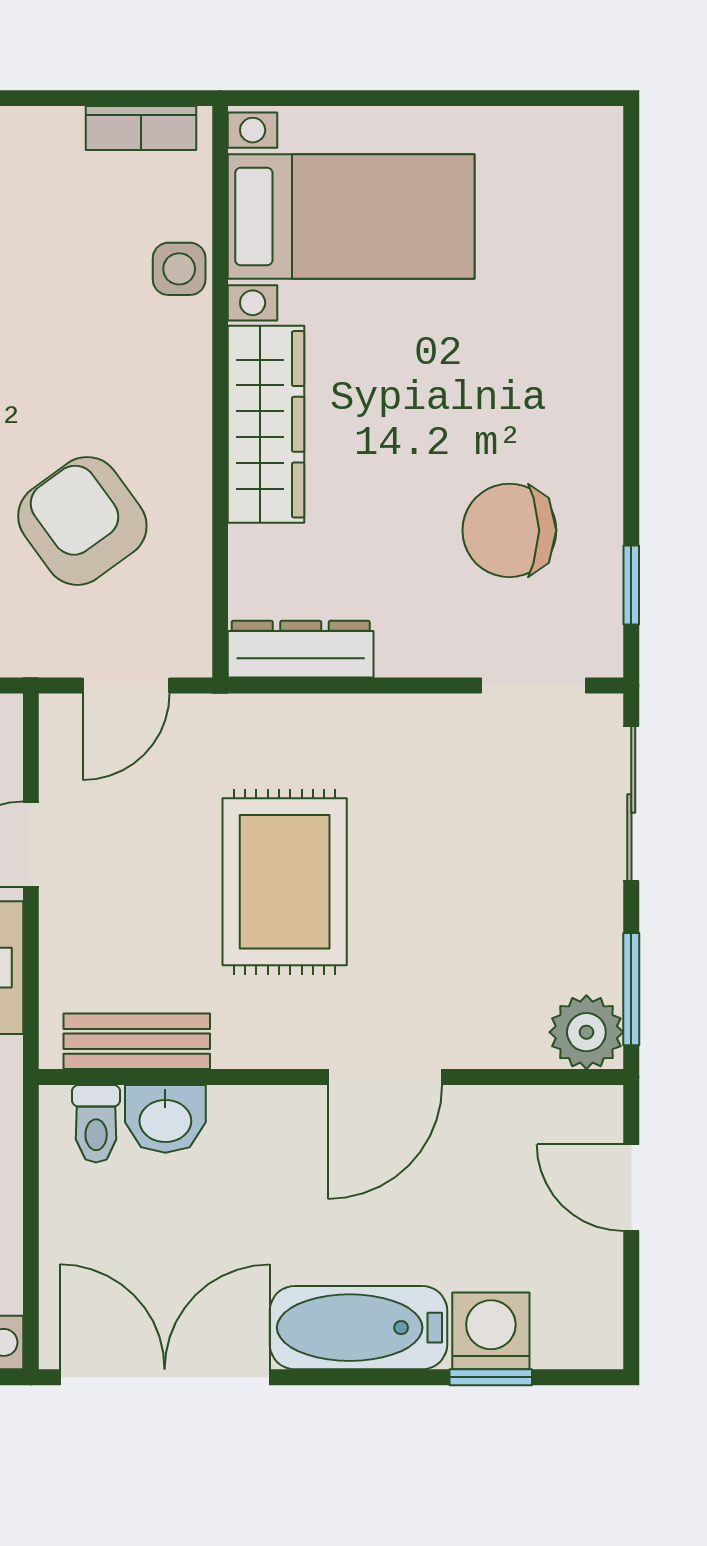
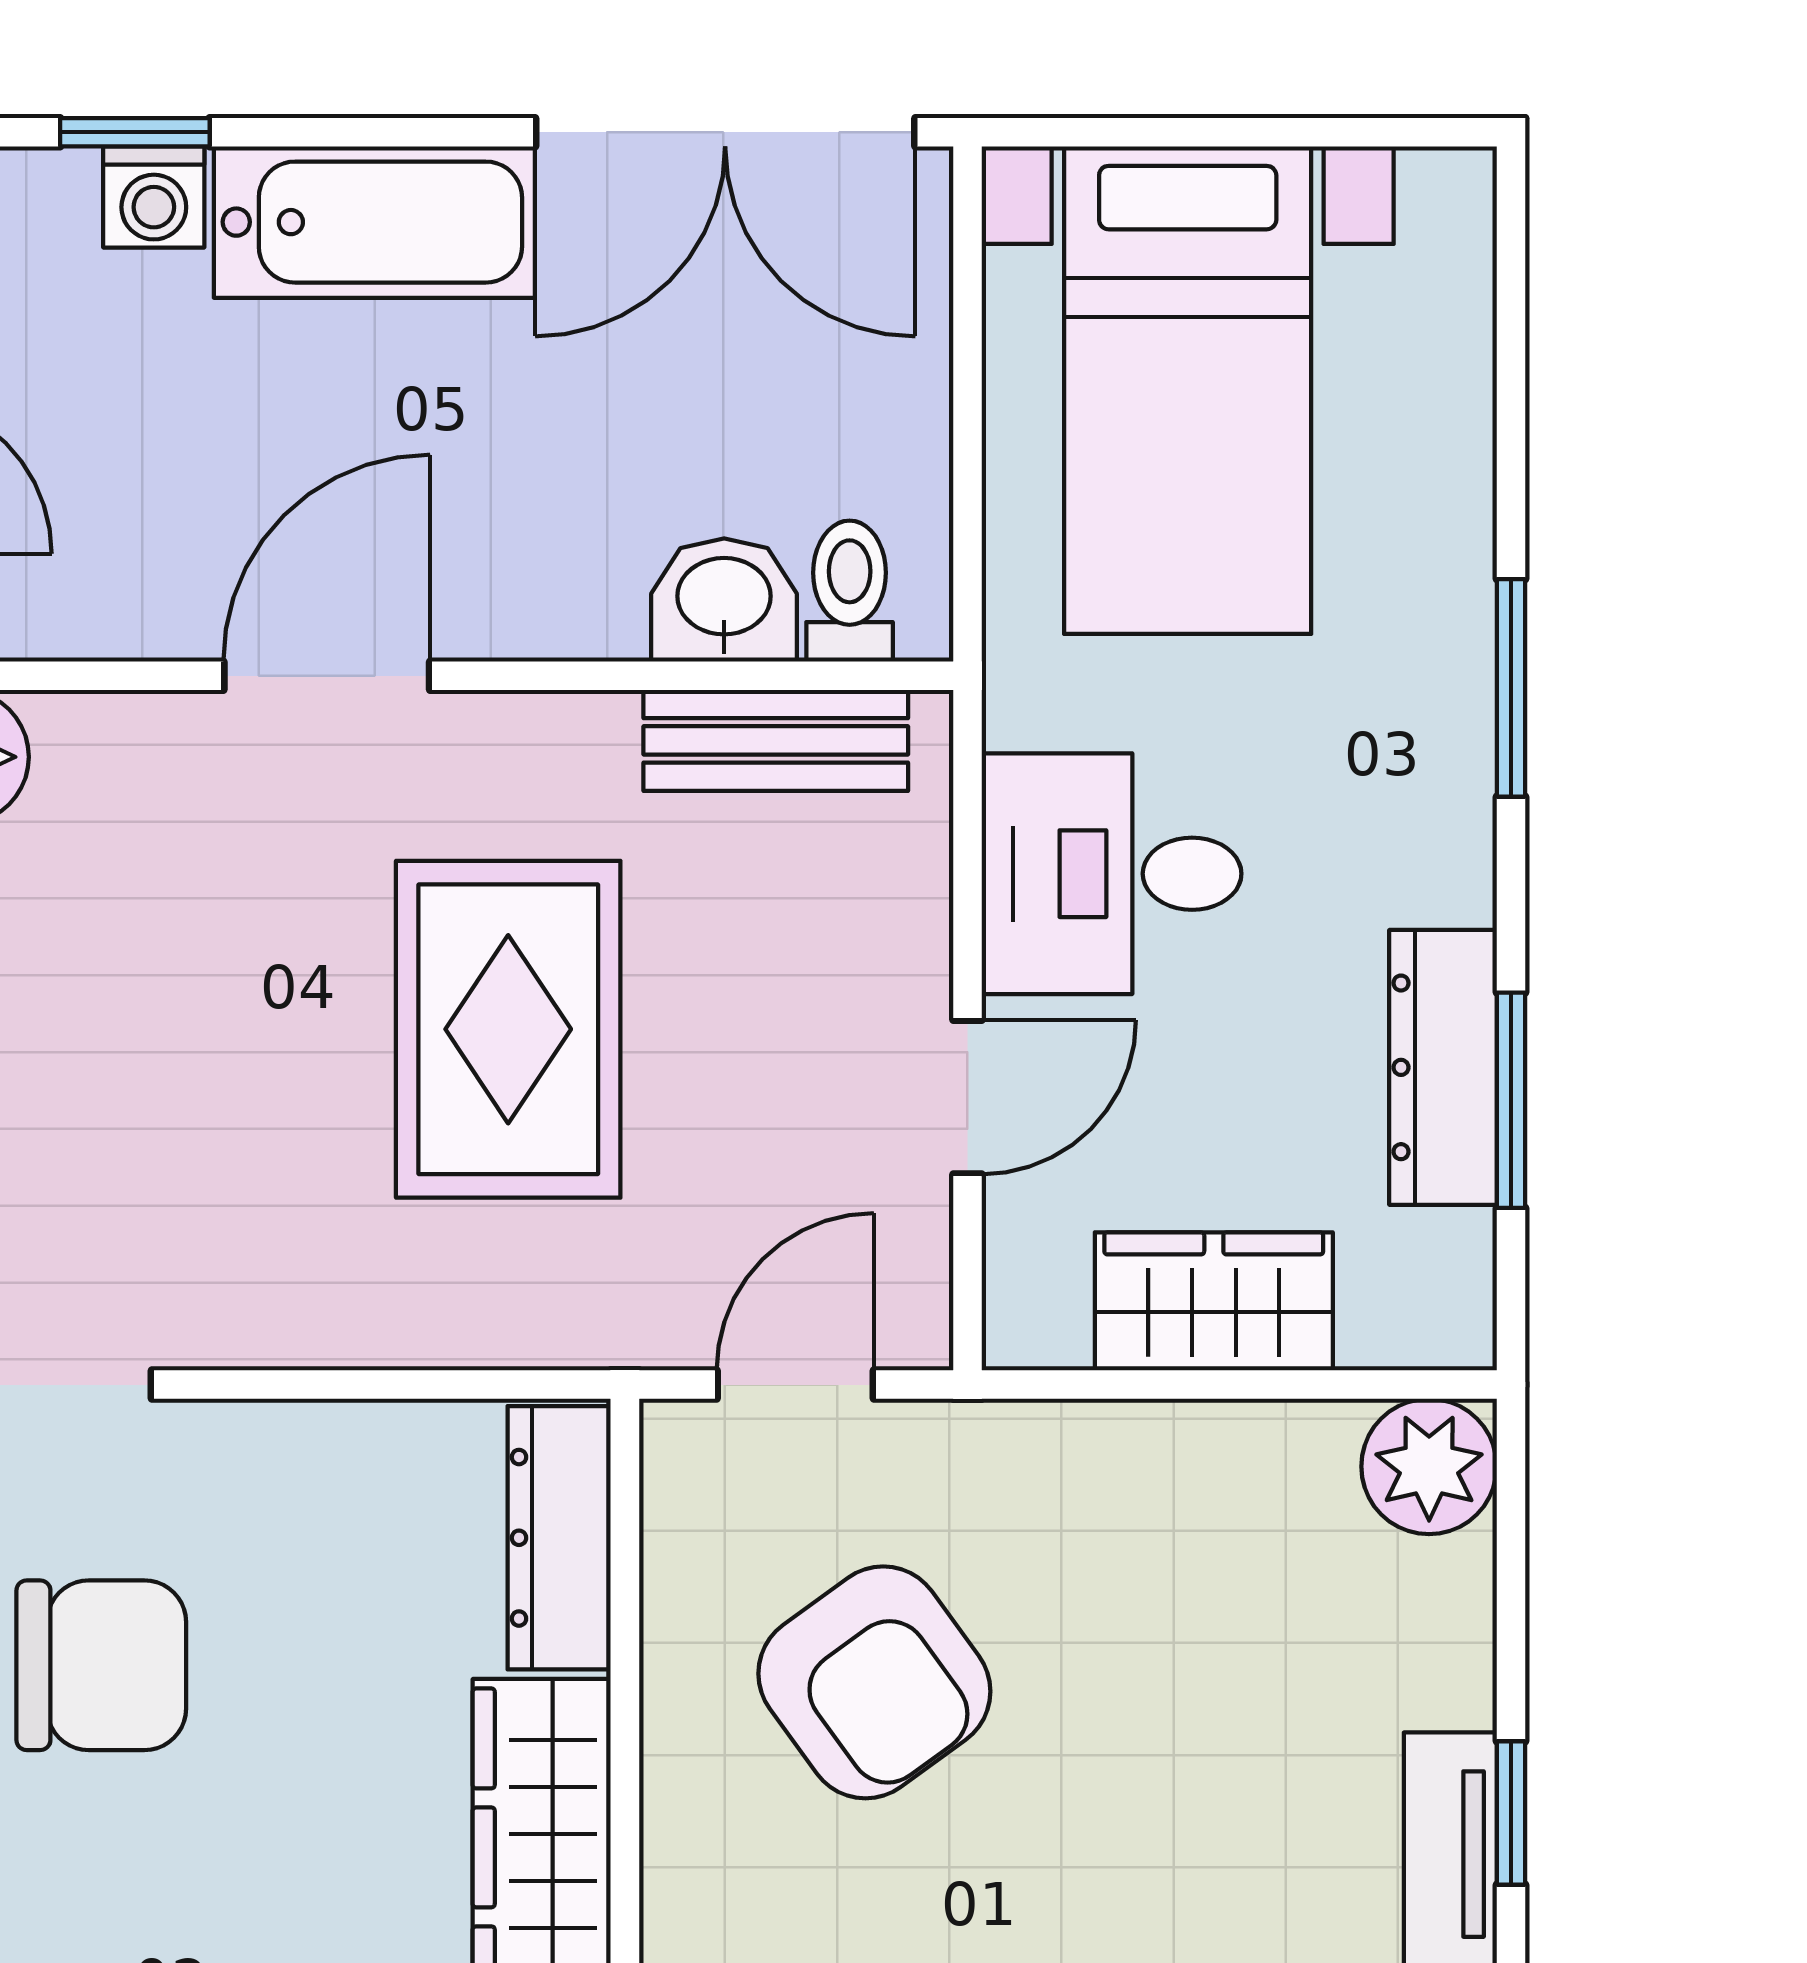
dresser: (301, 649) -> (559, 1538), moved, turned 90
washing machine: (491, 1331) -> (154, 197), width x0.73, depth x0.73

